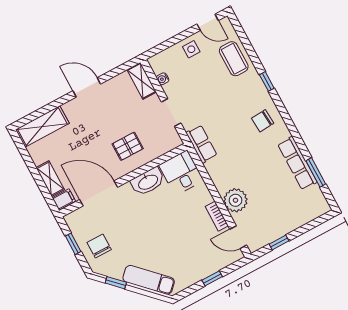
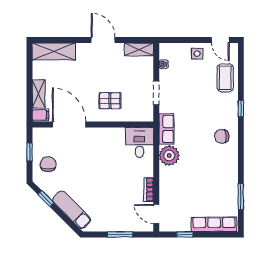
shelving: (142, 81) -> (139, 49), moved, turned 90
row of seats: (297, 163) -> (214, 224), moved, turned 90
washbasin: (148, 182) -> (111, 136), removed
plant: (235, 200) -> (169, 155), moved
window: (212, 278) -> (120, 234), width x1.50

